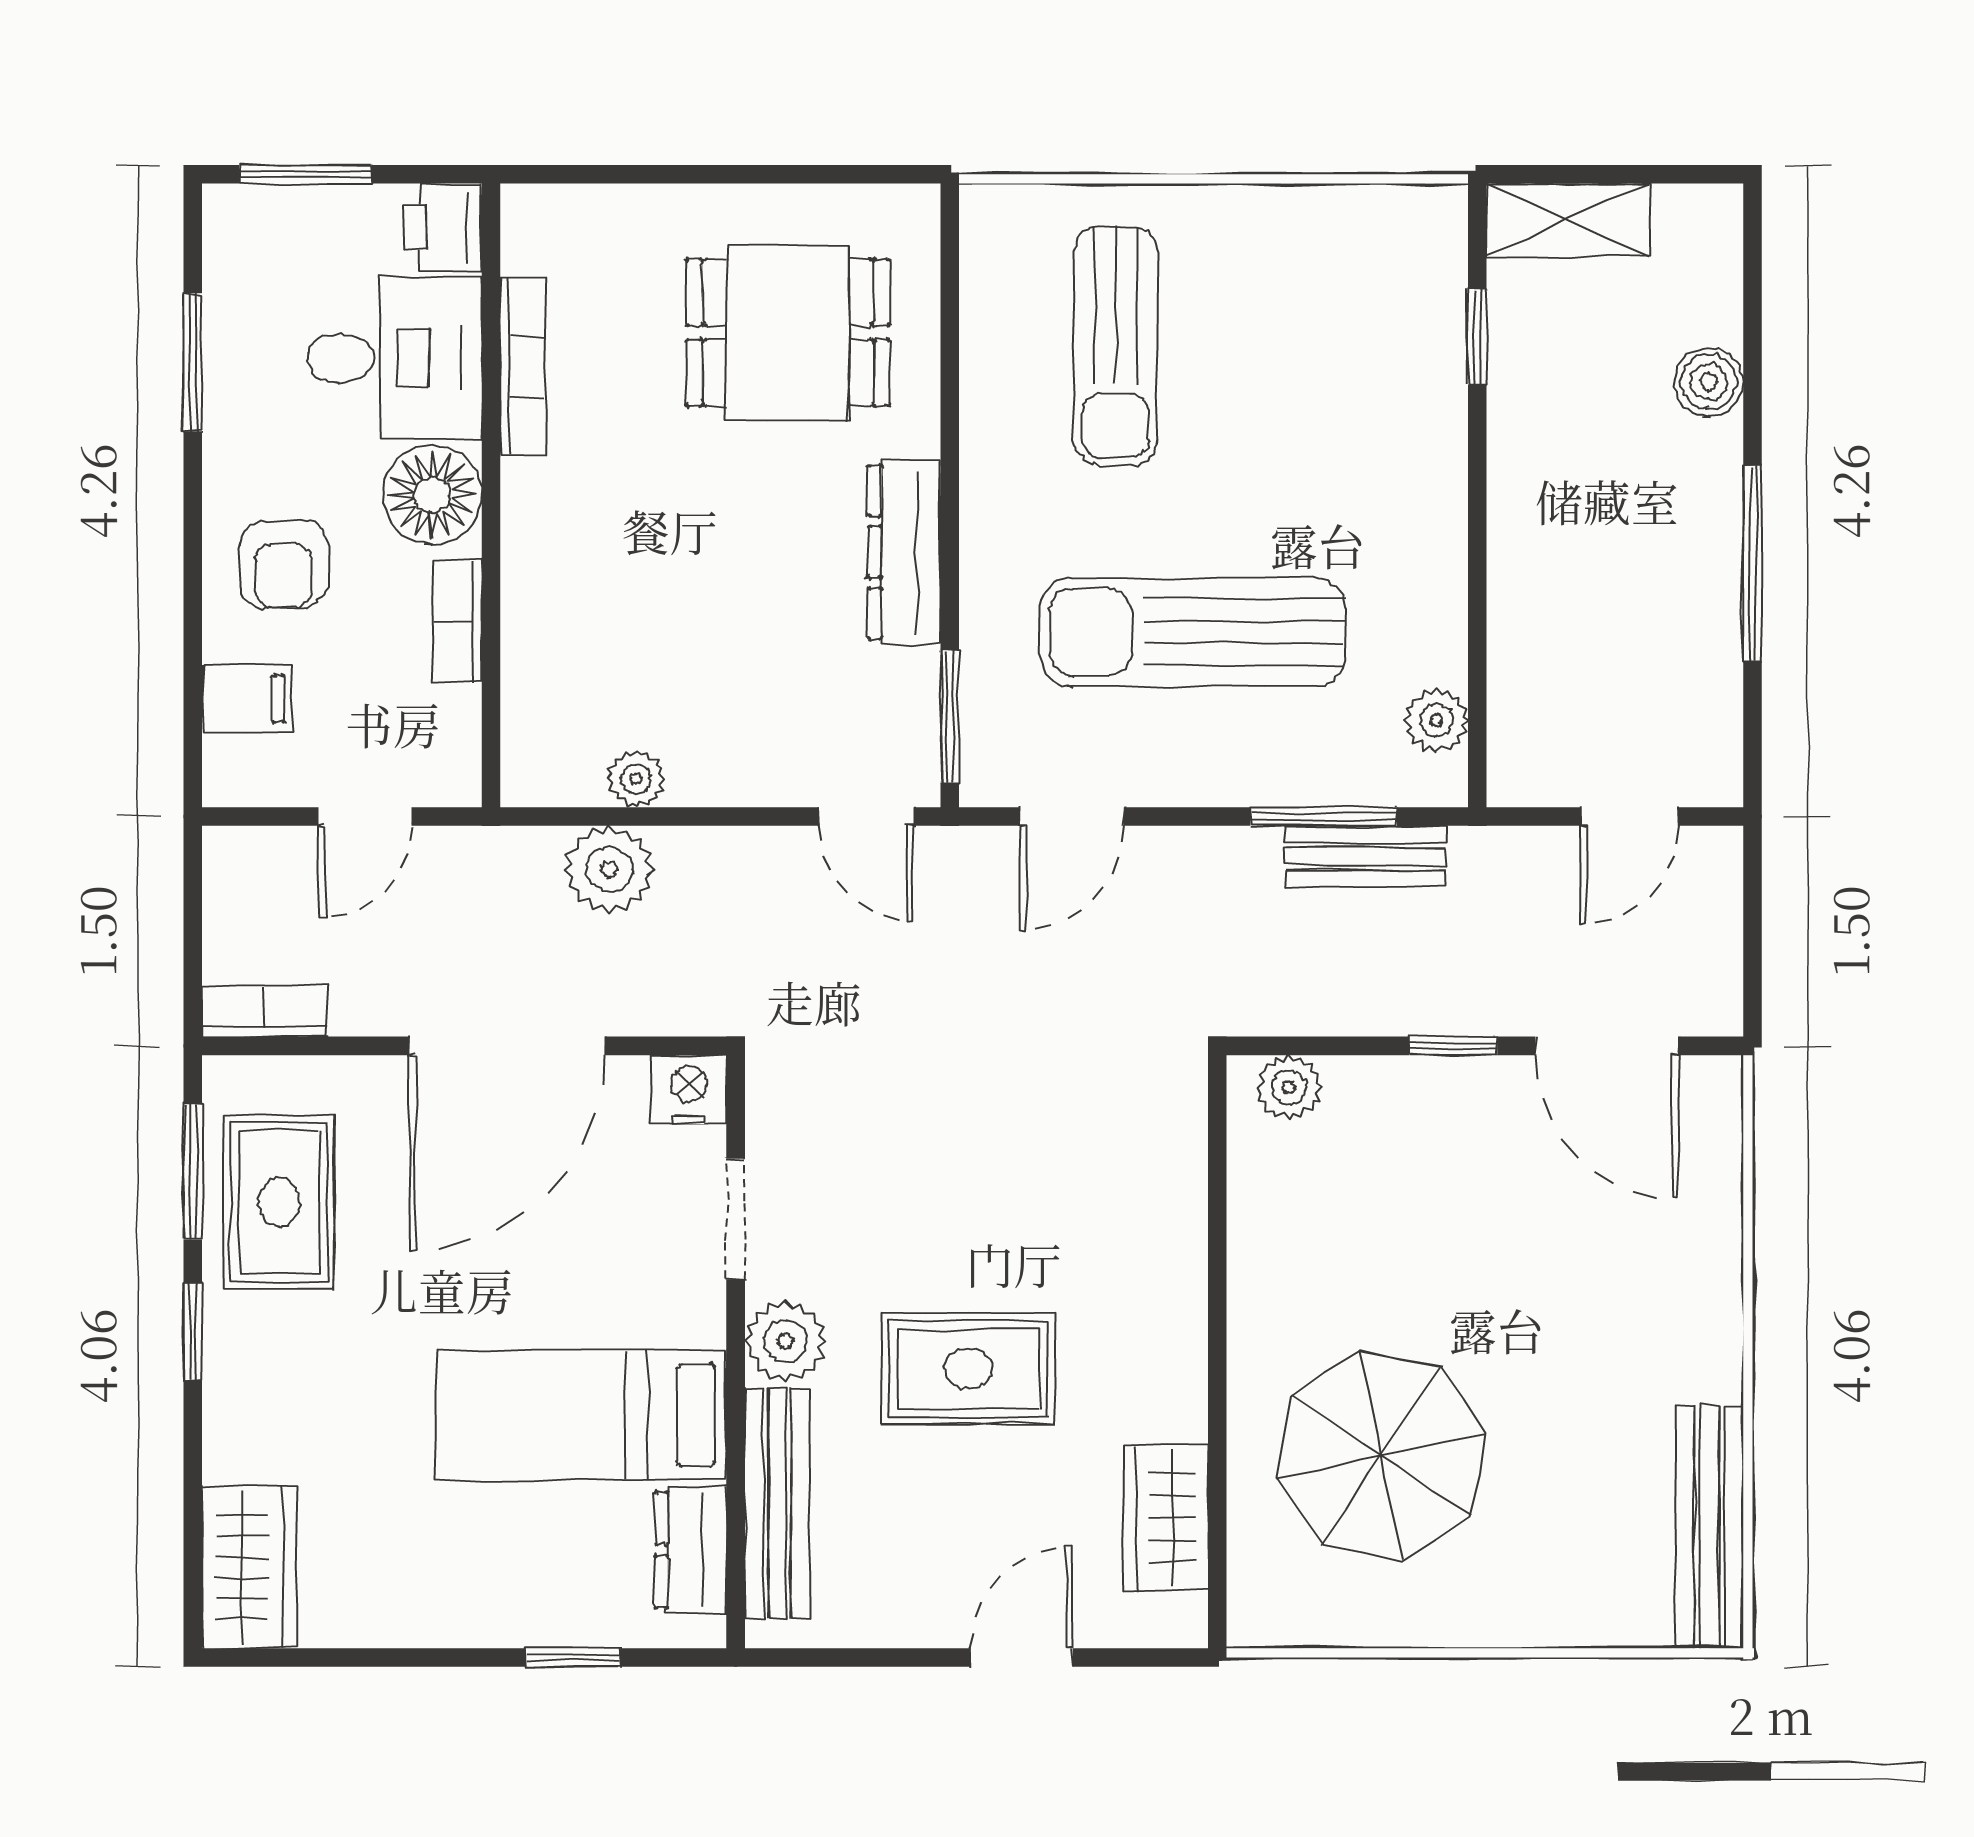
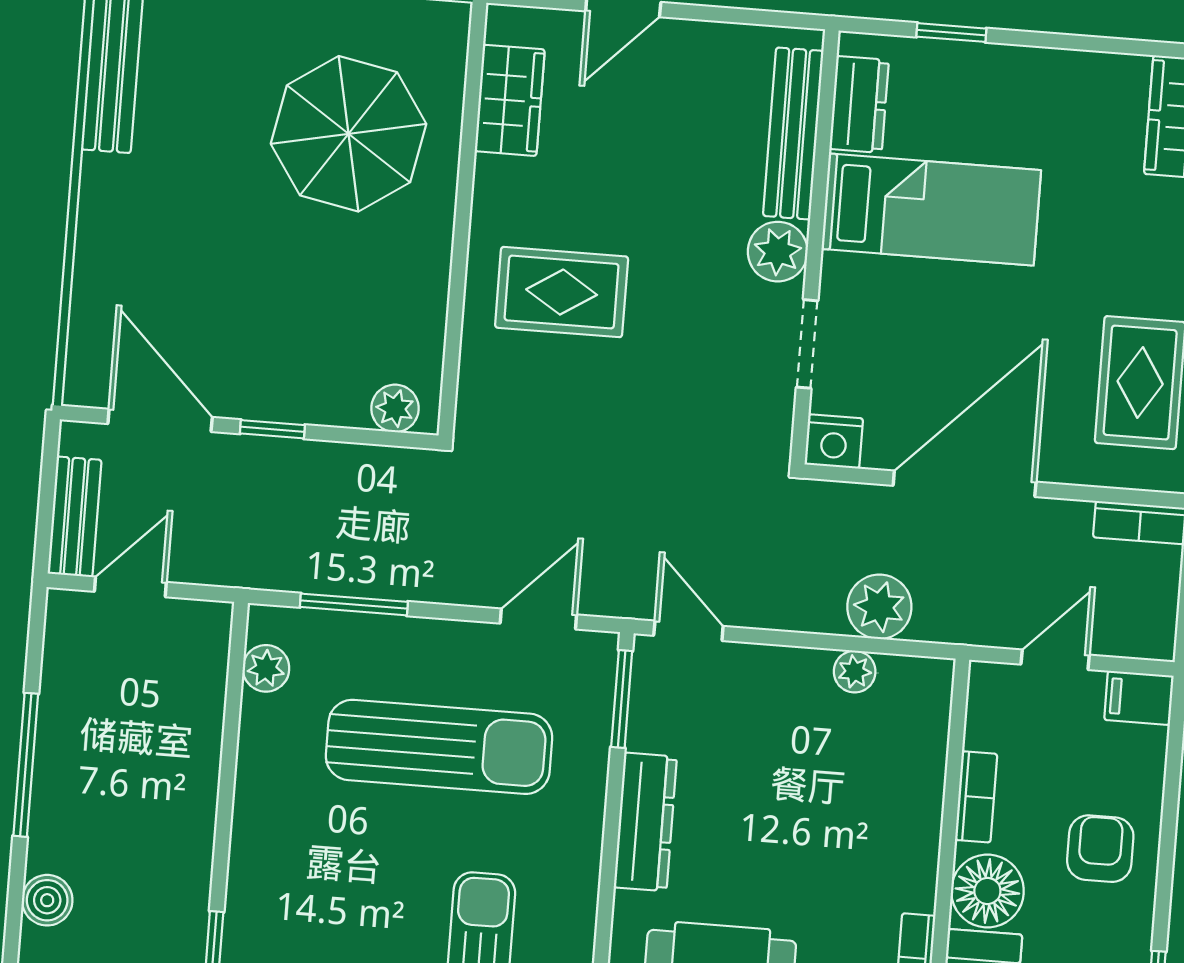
filing cabinet: (247, 699) -> (1139, 698), moved
bench: (1365, 856) -> (75, 517), moved, turned 90
rug: (968, 1369) -> (562, 292), moved

